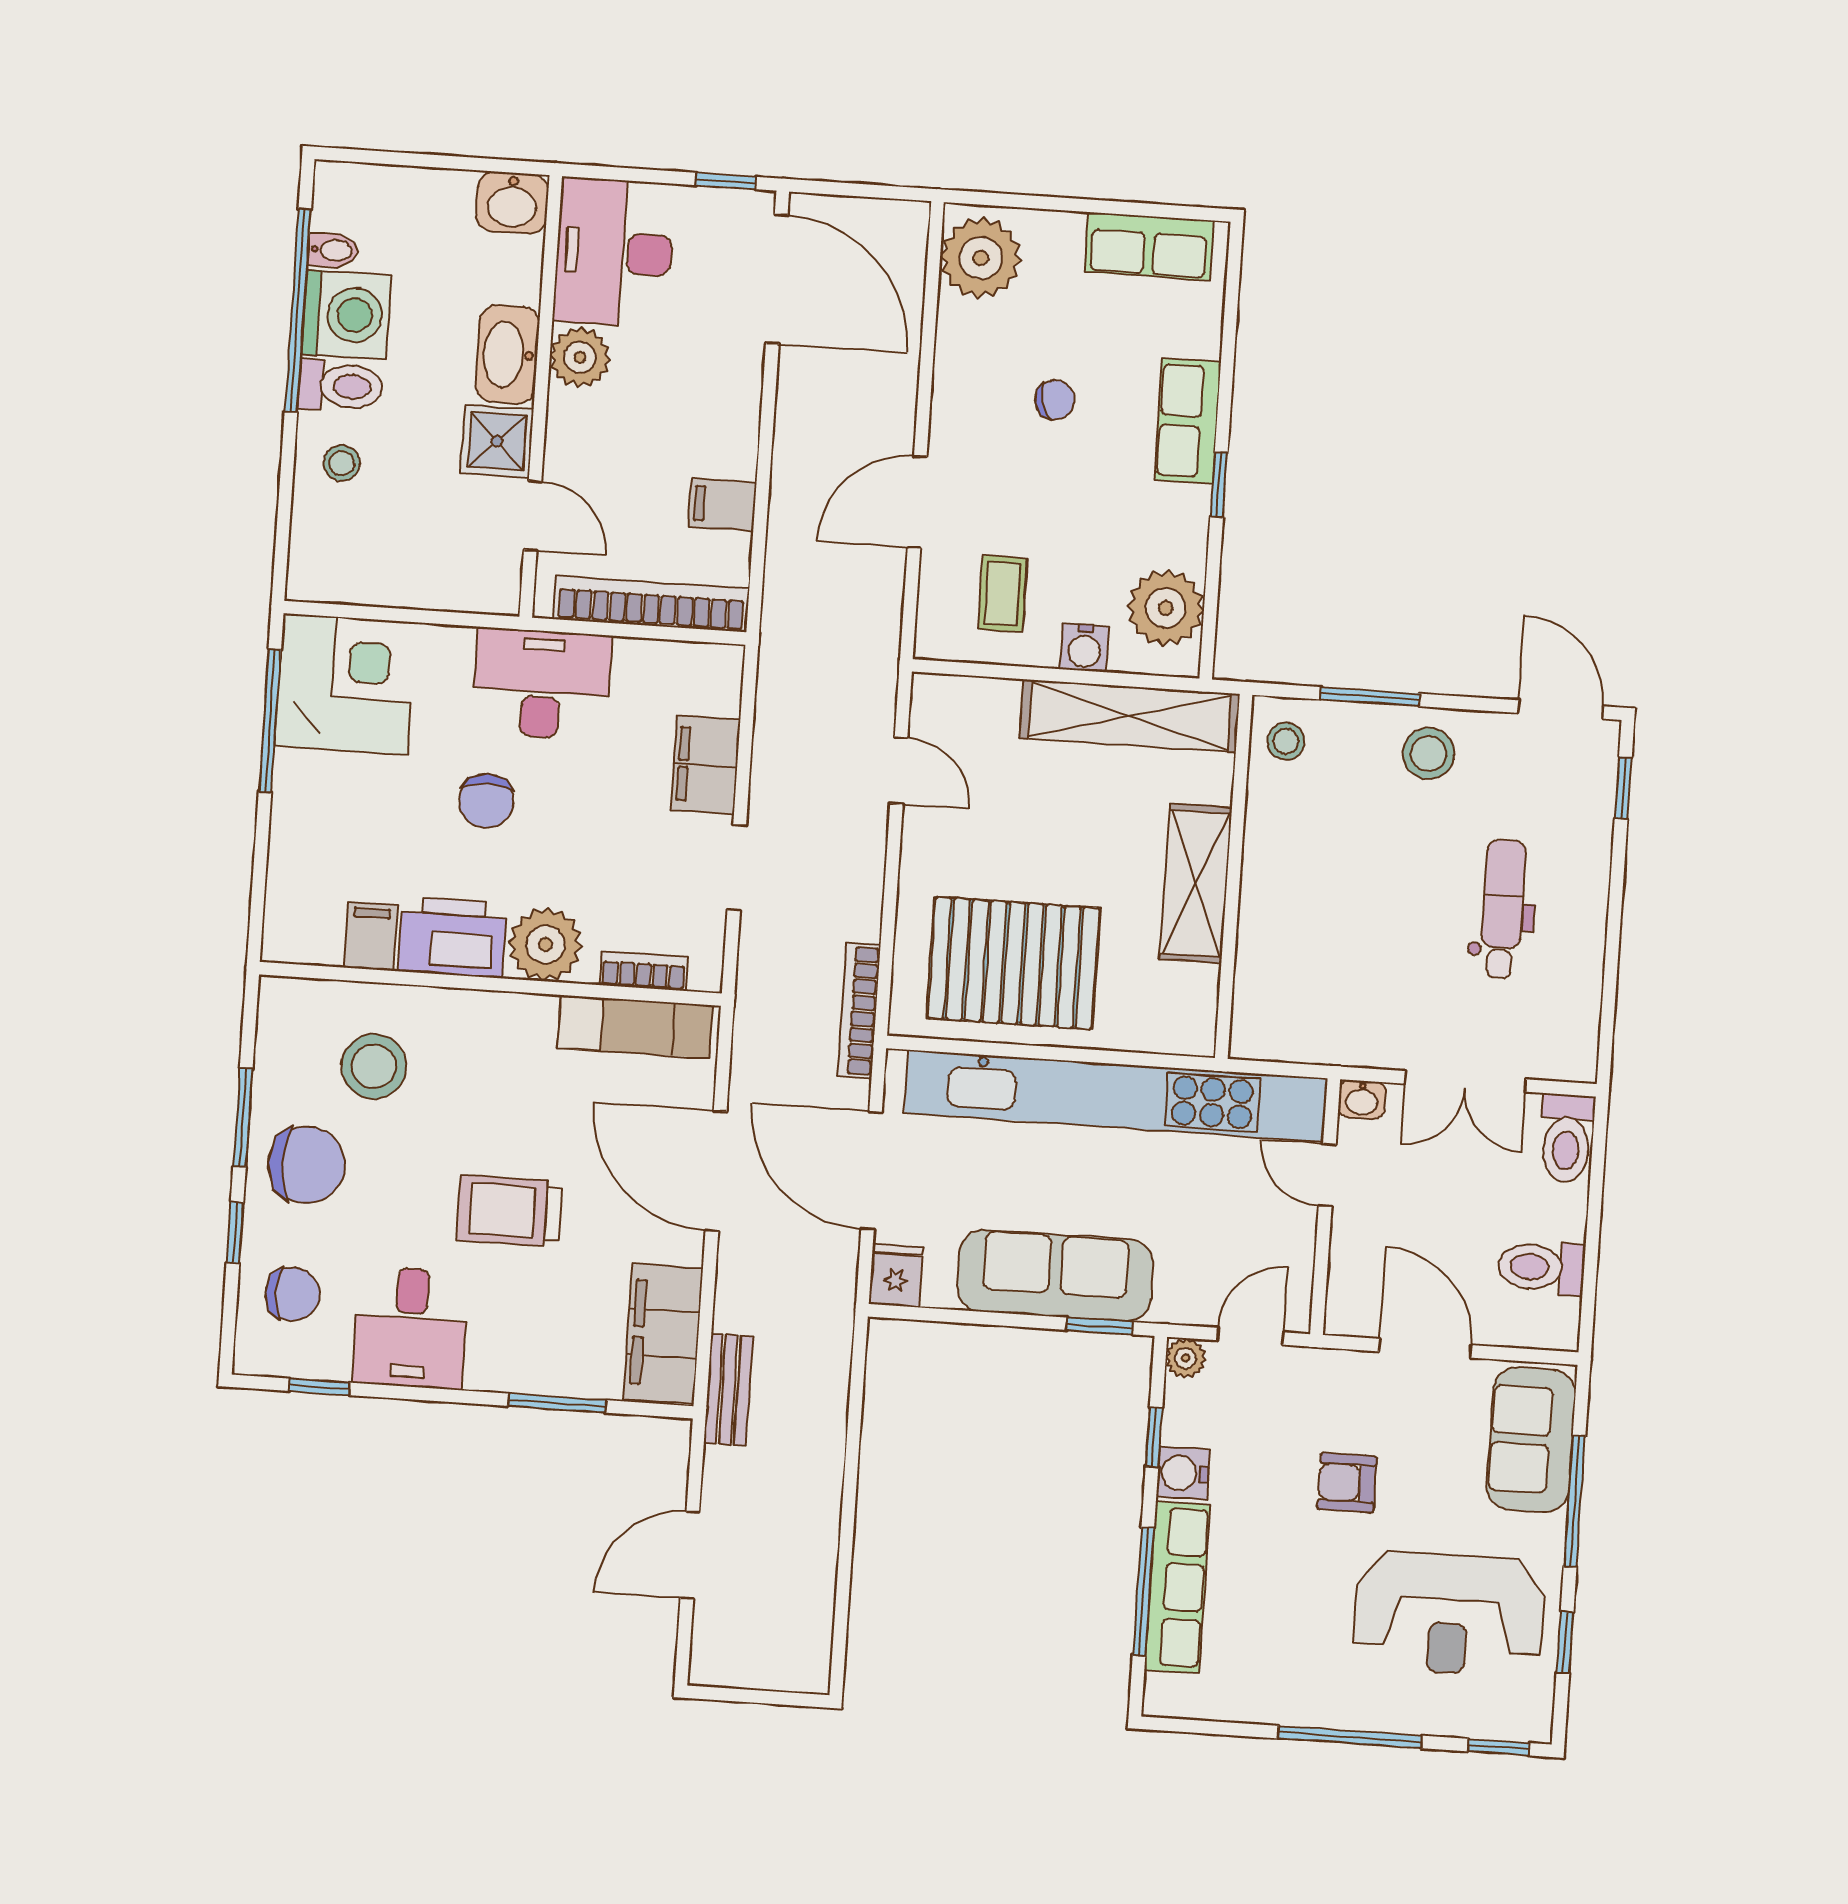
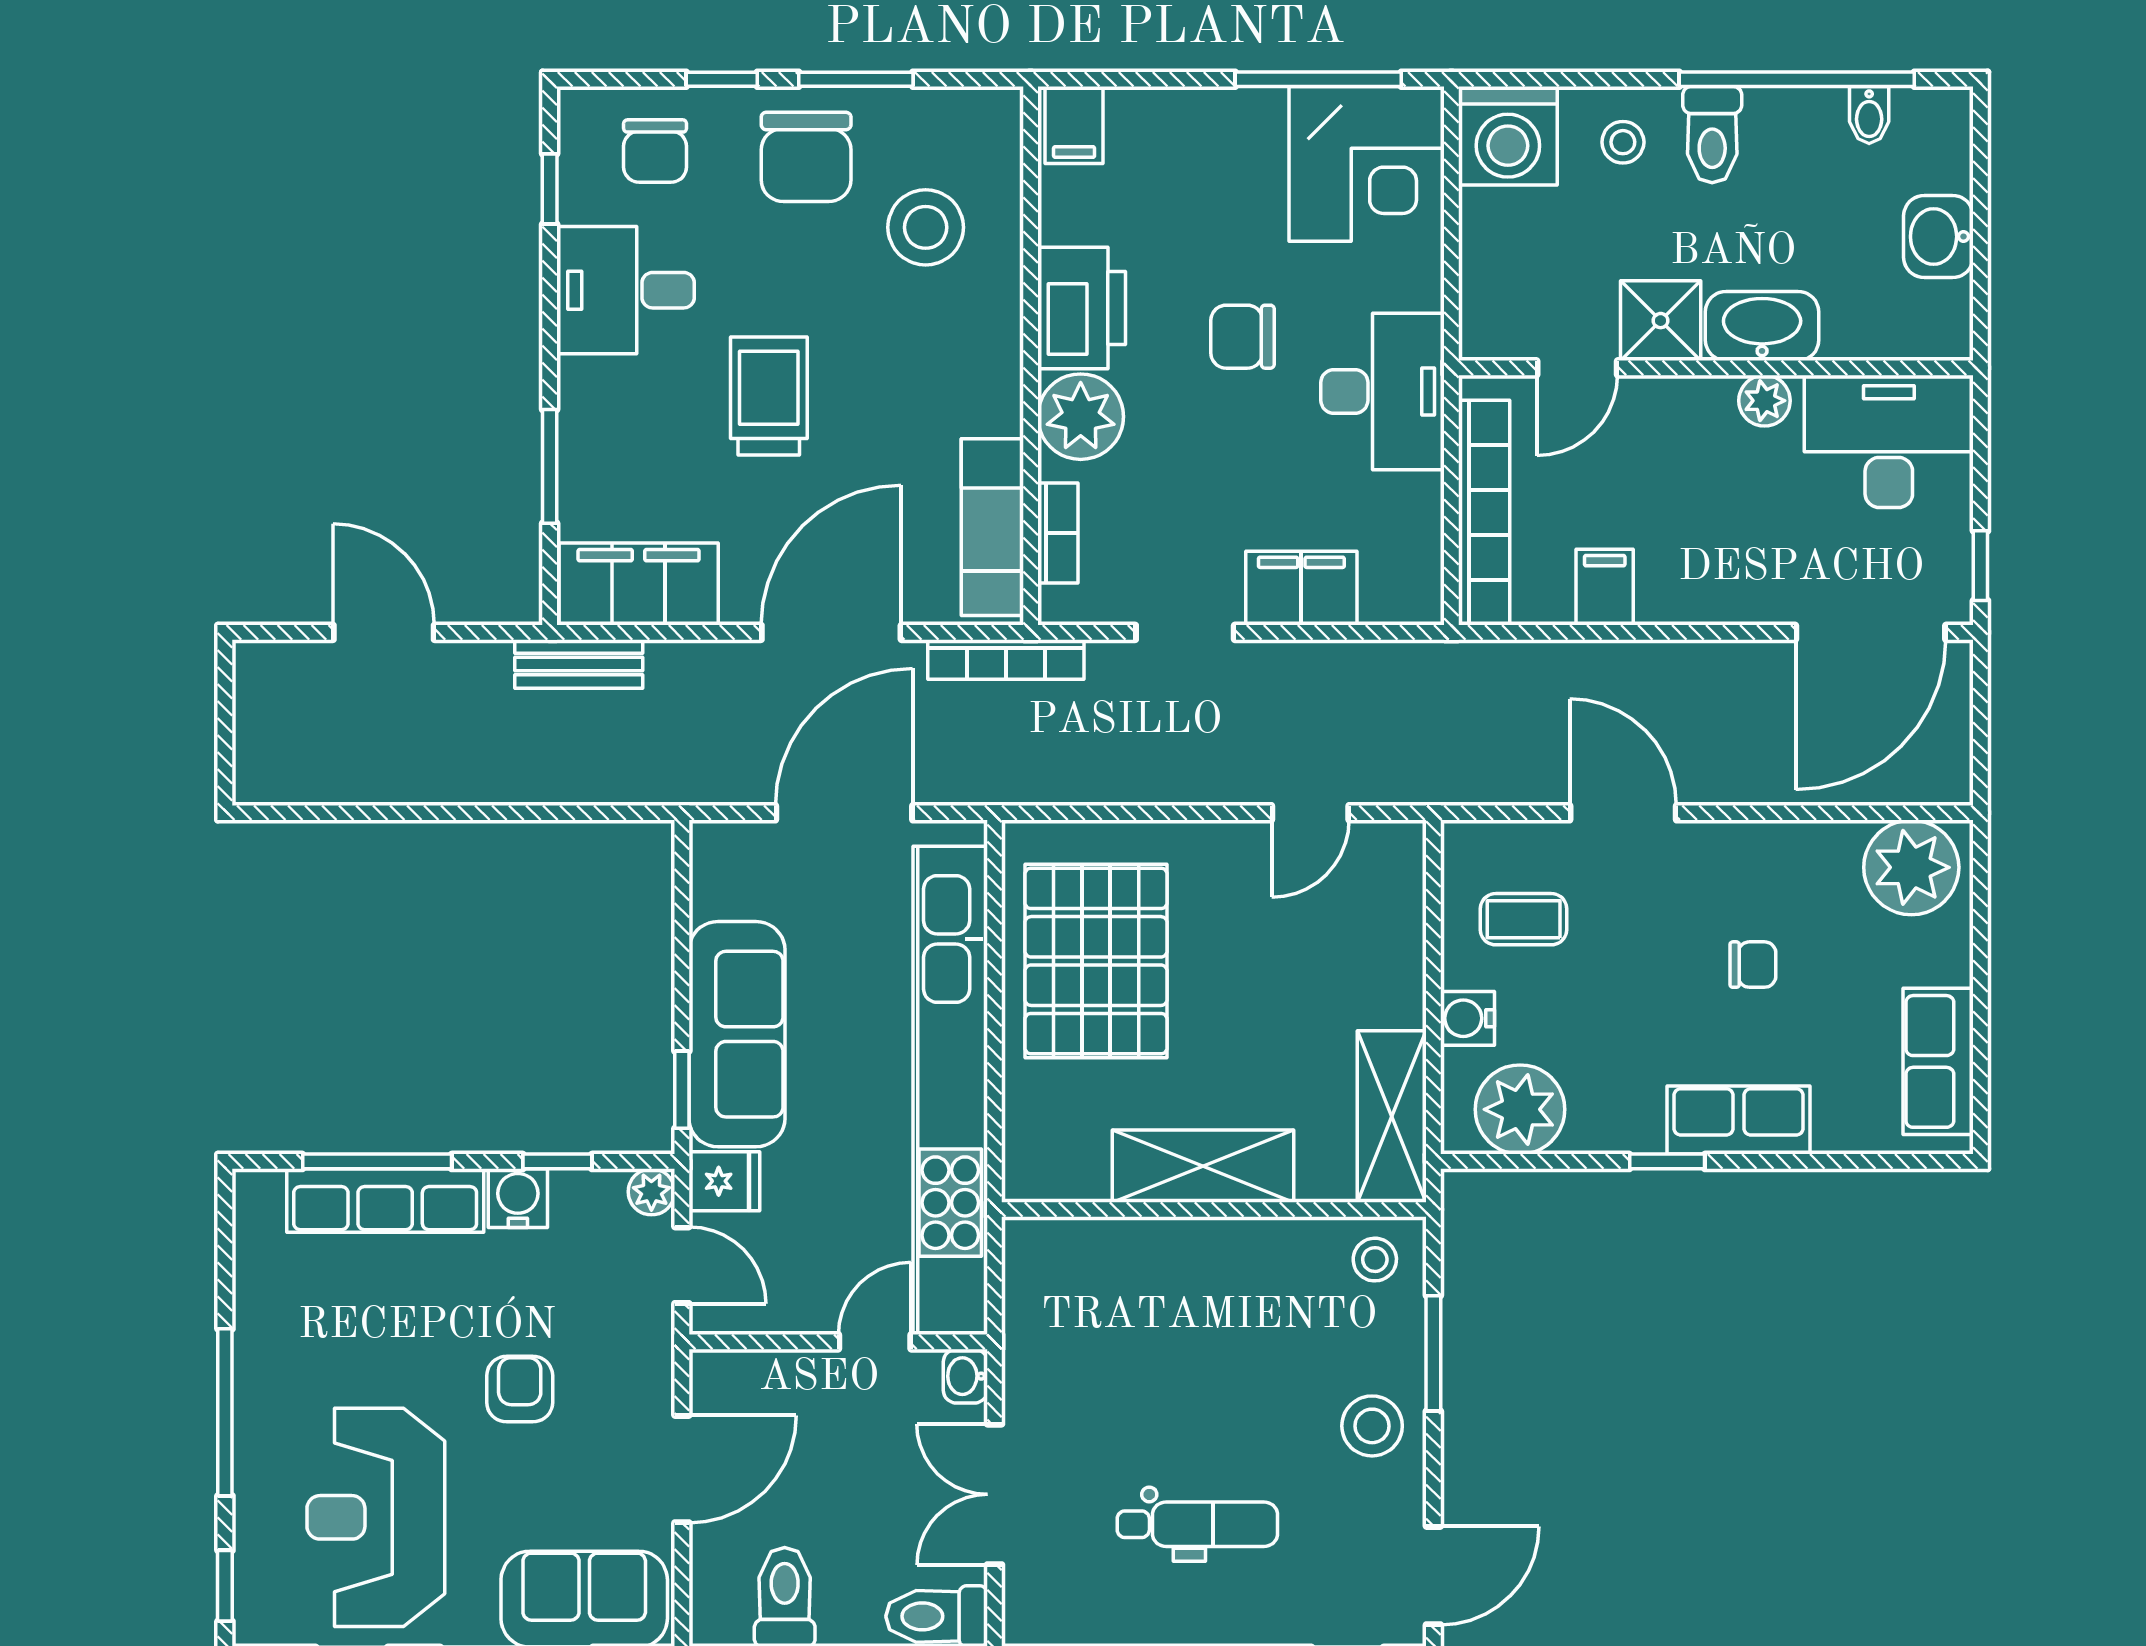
washbasin: (512, 203) -> (1938, 237), moved
washing machine: (346, 314) -> (1508, 136), moved
plant: (580, 357) -> (1764, 401), width x0.73, depth x0.73
chair: (1055, 400) -> (1753, 965), turned -75
shelving: (1130, 716) -> (1392, 1116), width x0.68
filing cabinet: (371, 936) -> (1074, 125), moved, turned 90
bookcase: (859, 1011) -> (1006, 660), moved, turned 180
fridge: (896, 1276) -> (724, 1181), moved

